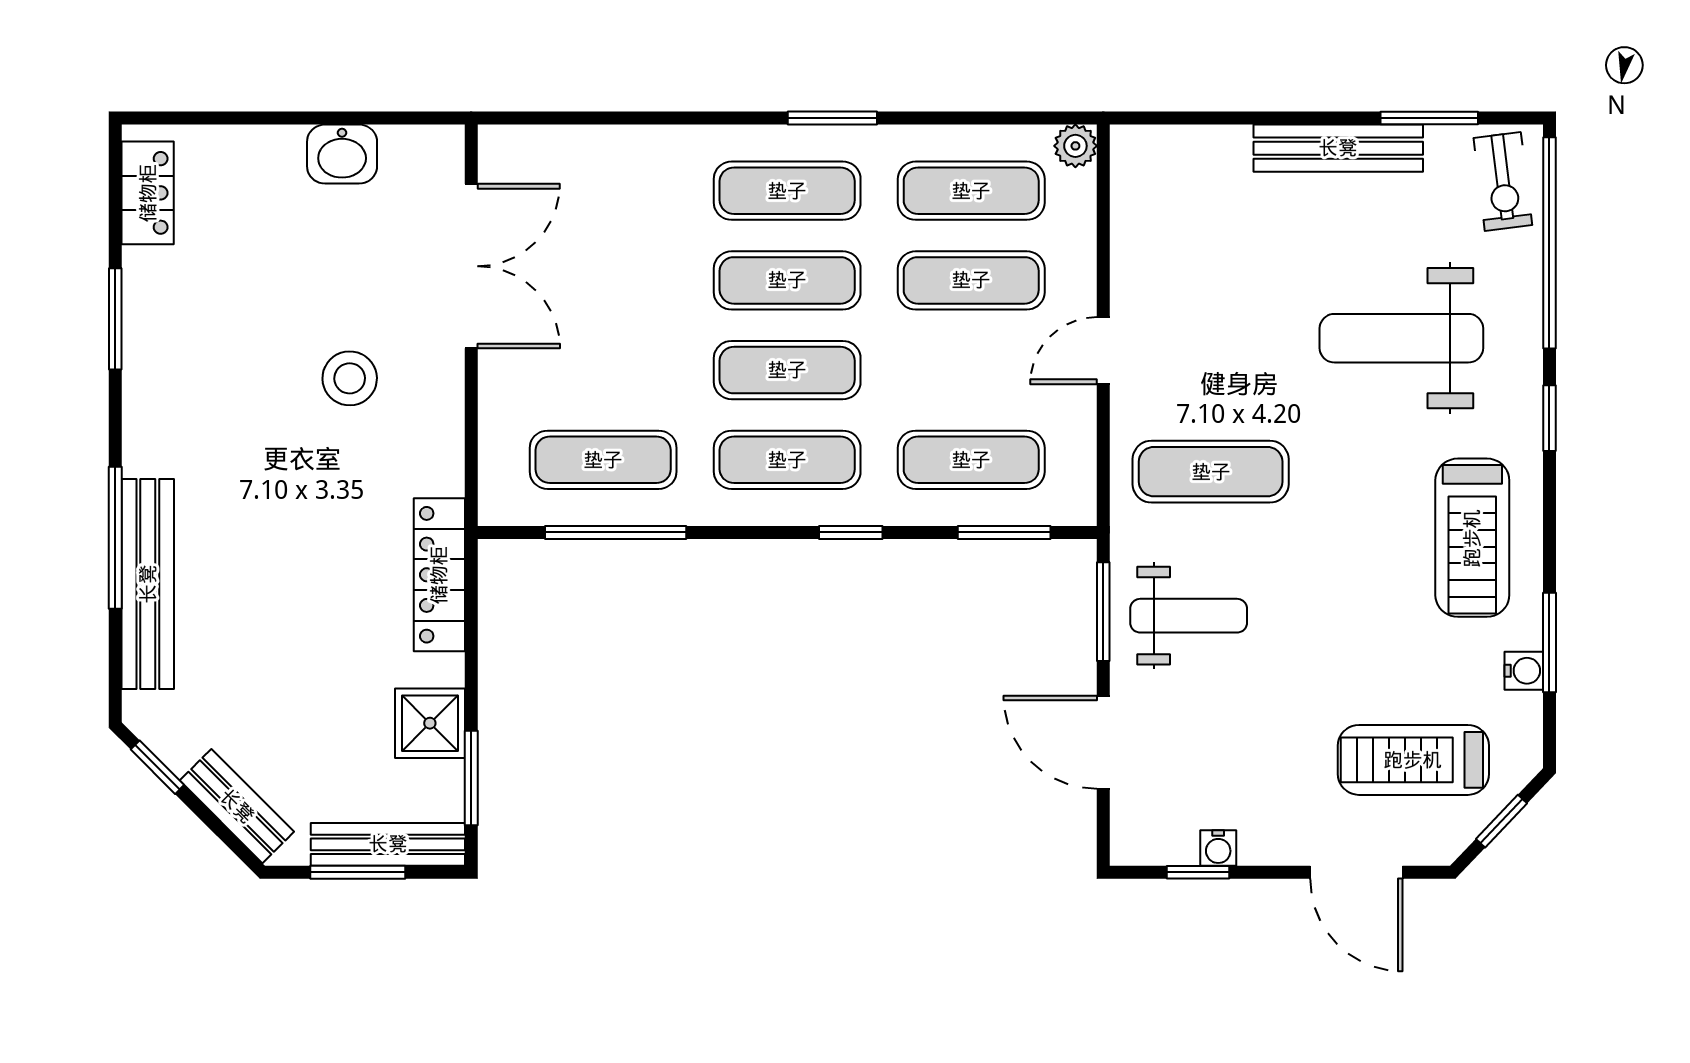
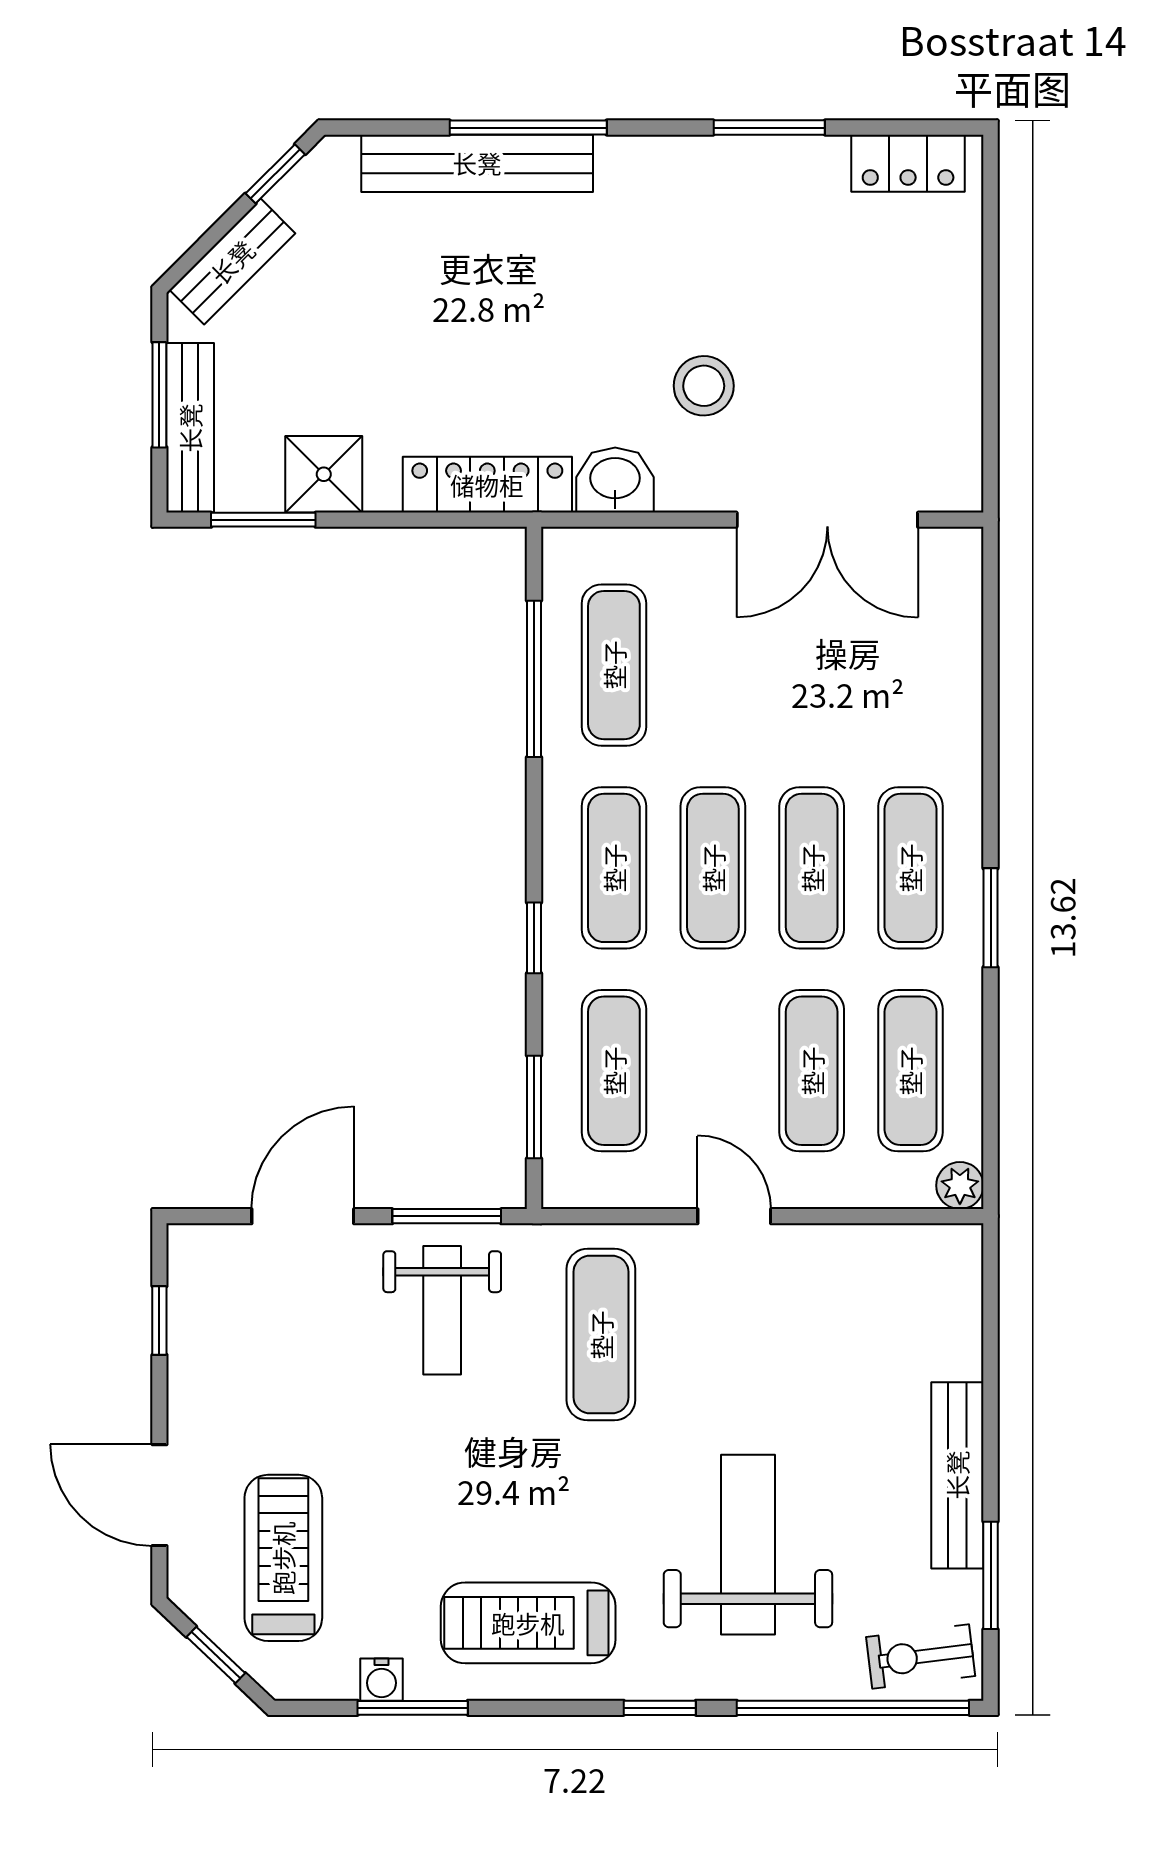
washbasin: (342, 154) -> (615, 480), moved, turned 90
water cooler: (1218, 848) -> (186, 1343), removed
door: (1356, 872) -> (159, 1495), hinge flipped

